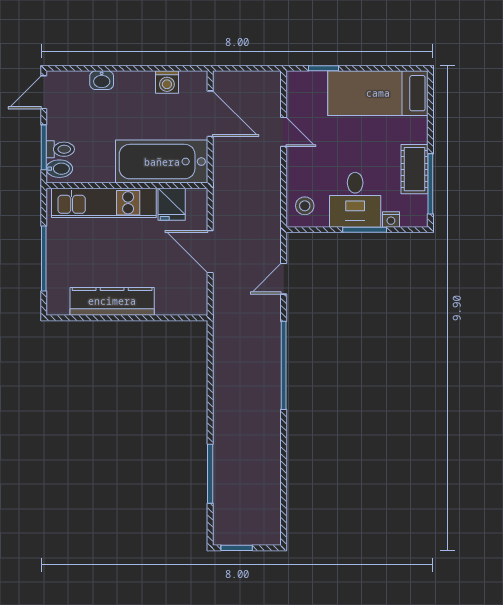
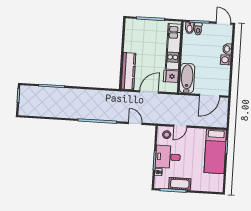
washing machine: (167, 82) -> (226, 60), moved
bed: (378, 93) -> (215, 151), moved, turned 180
door: (284, 132) -> (180, 126), moved
bathtub: (162, 162) -> (187, 78), width x0.73, depth x0.73
kitchen counter: (112, 301) -> (128, 71), moved

